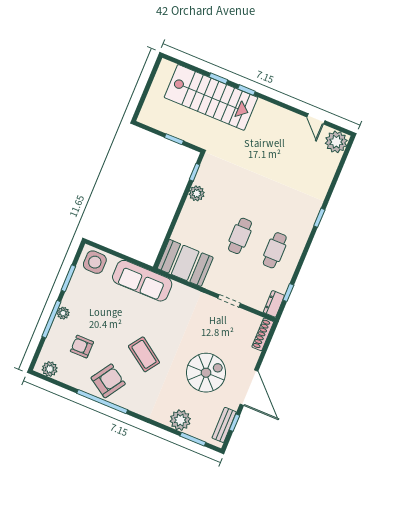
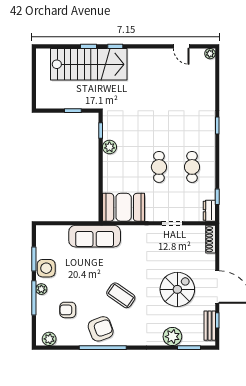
plant: (336, 142) -> (210, 54), width x0.53, depth x0.53
side table: (95, 262) -> (46, 268), moved
armchair: (108, 381) -> (101, 329), turned 37

